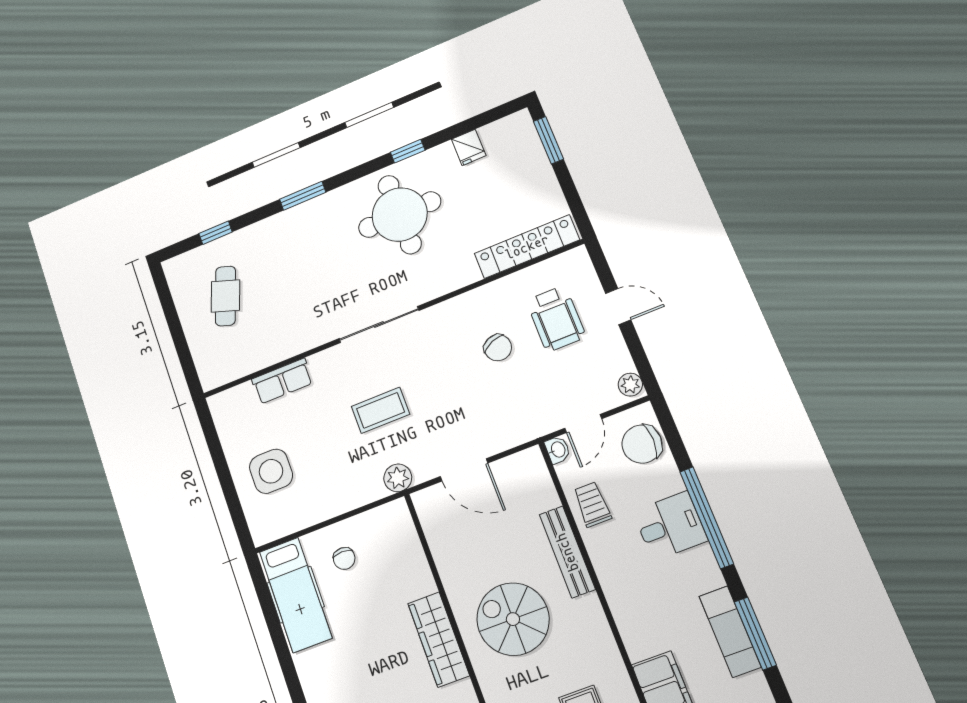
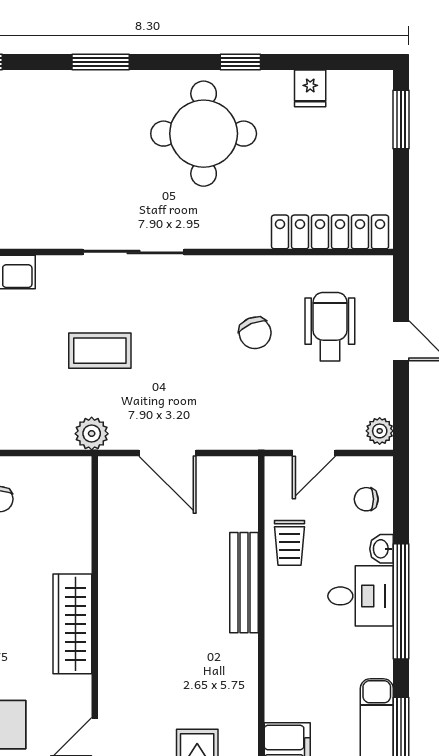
wheelchair: (556, 319) -> (330, 327), turned 180
chair: (642, 444) -> (366, 499), width x0.54, depth x0.54
washbasin: (558, 450) -> (381, 549), moved, turned 180
trolley: (592, 504) -> (289, 543), turned 180
spiral stairs: (513, 619) -> (160, 632), removed

